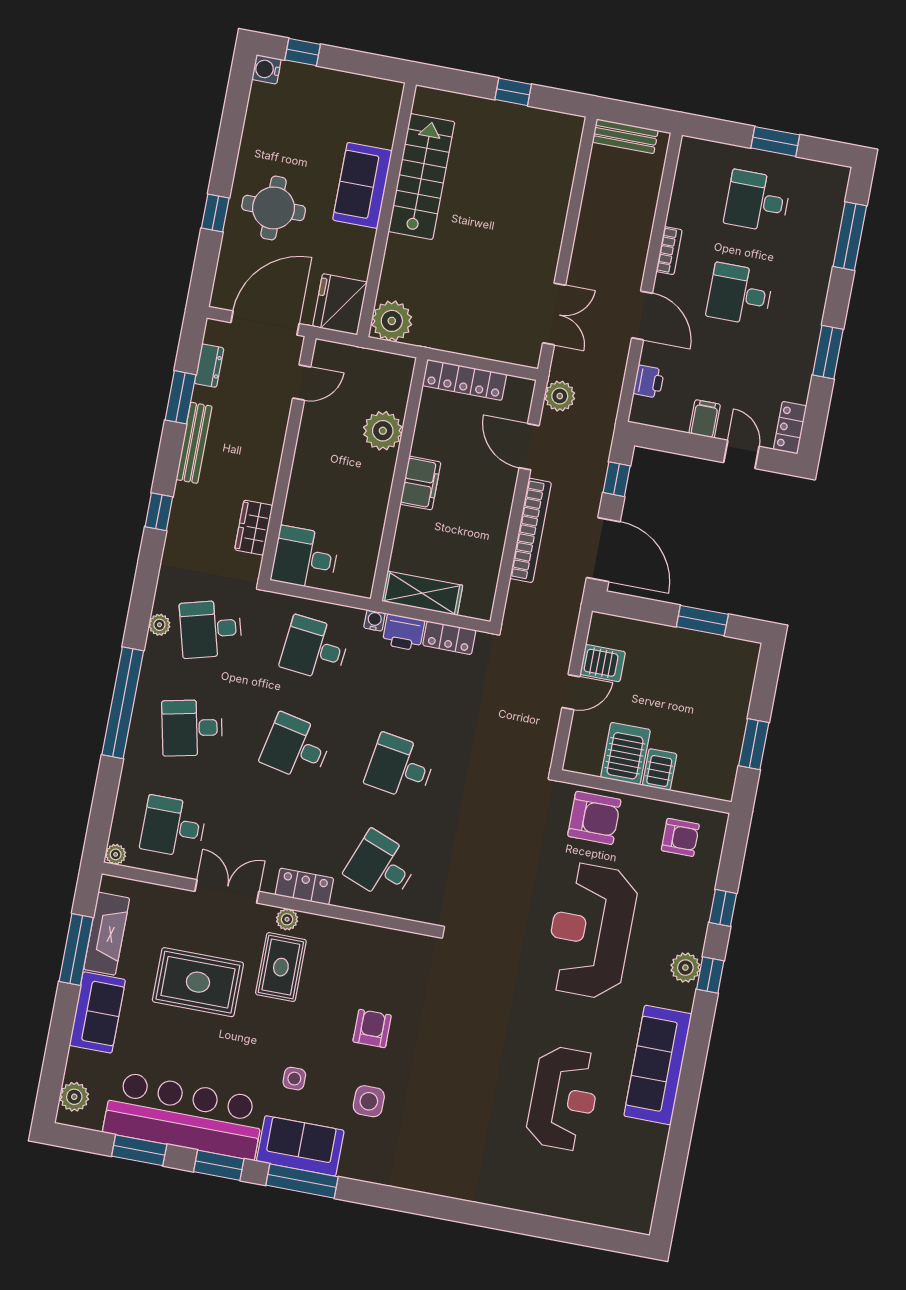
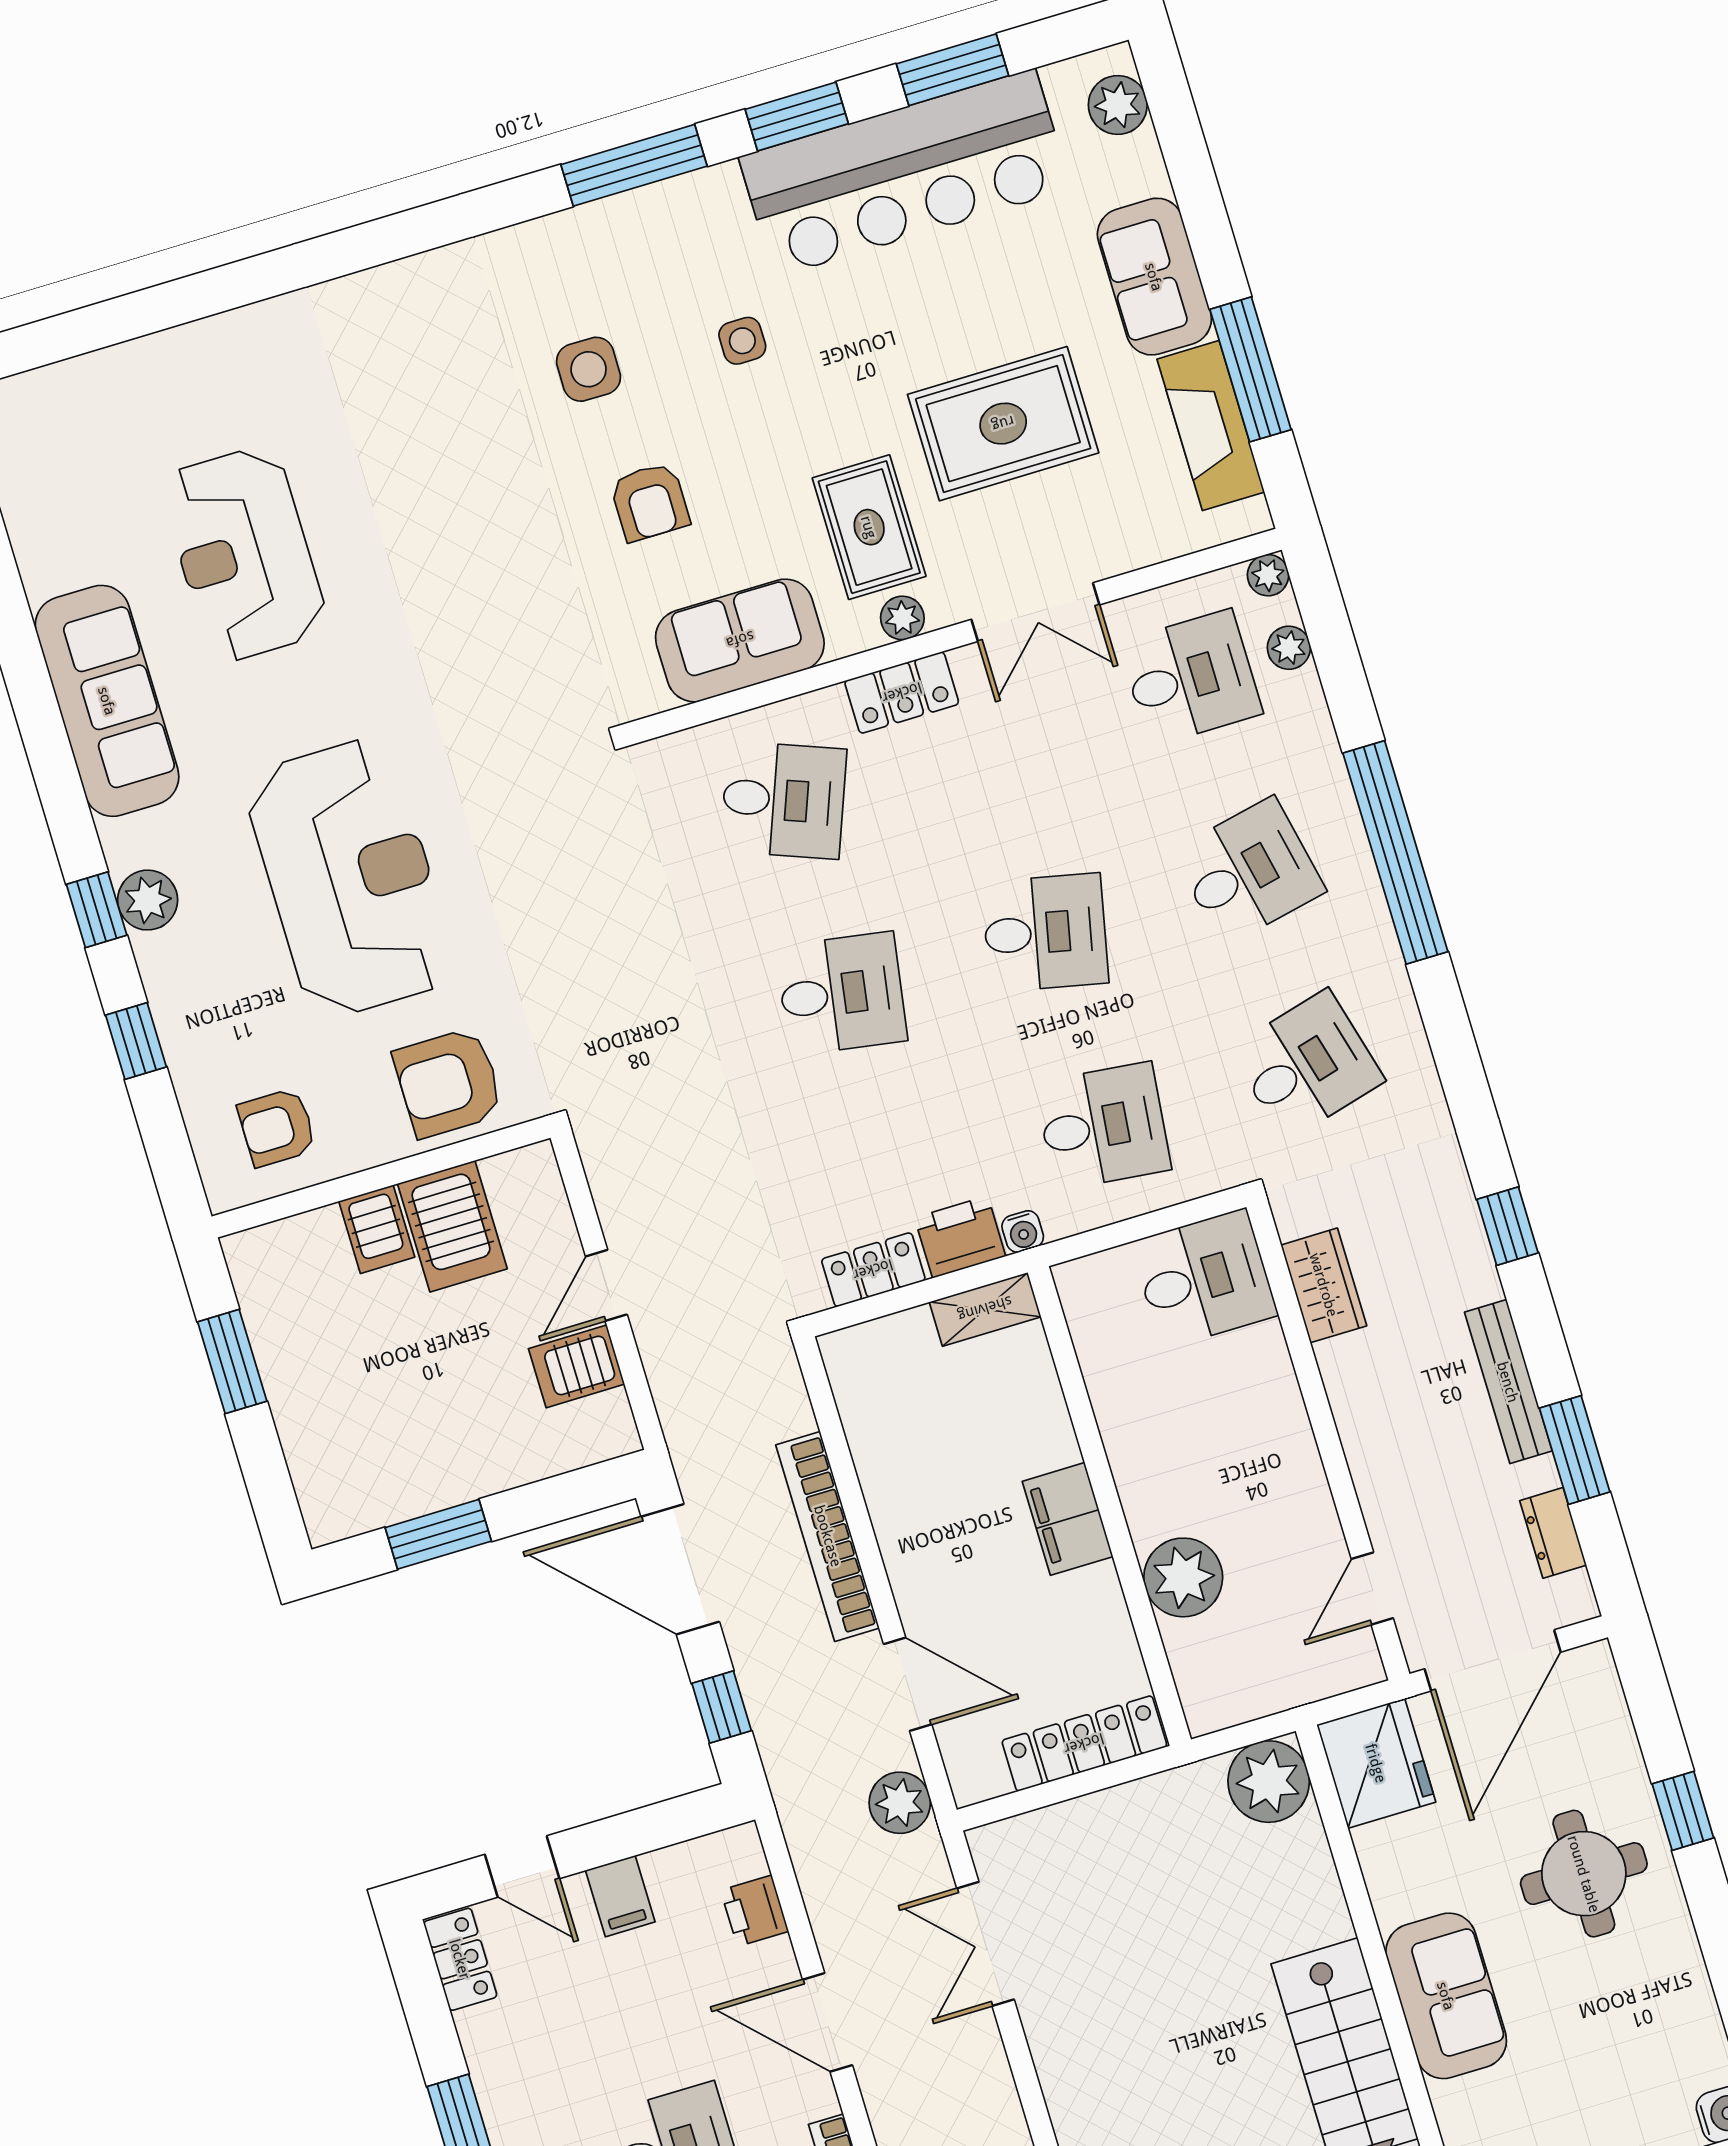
shelving: (422, 593) -> (985, 1309), width x0.67, depth x0.75
plant: (159, 625) -> (1289, 648), moved
sofa: (300, 1146) -> (740, 640), moved, turned 180

